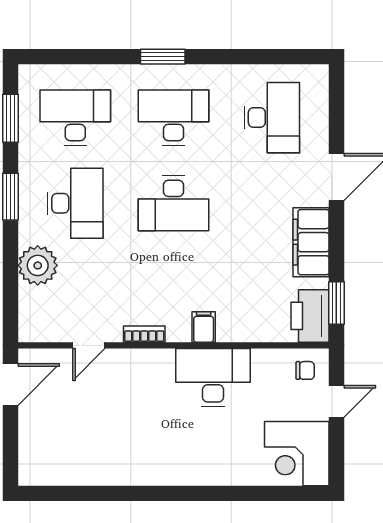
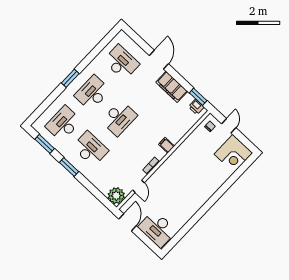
plant: (38, 265) -> (116, 196), moved
printer: (310, 316) -> (196, 107), width x0.53, depth x0.68
desk: (213, 378) -> (157, 229), moved, turned -90

